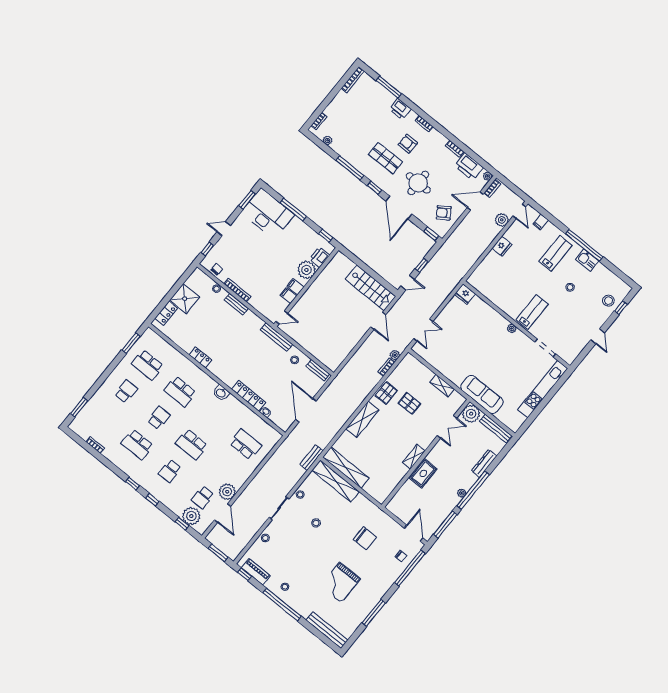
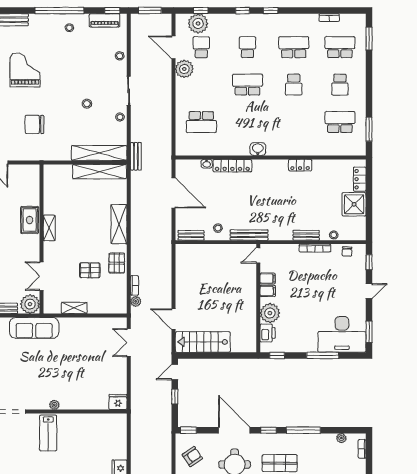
school desk: (180, 391) -> (340, 47), moved

